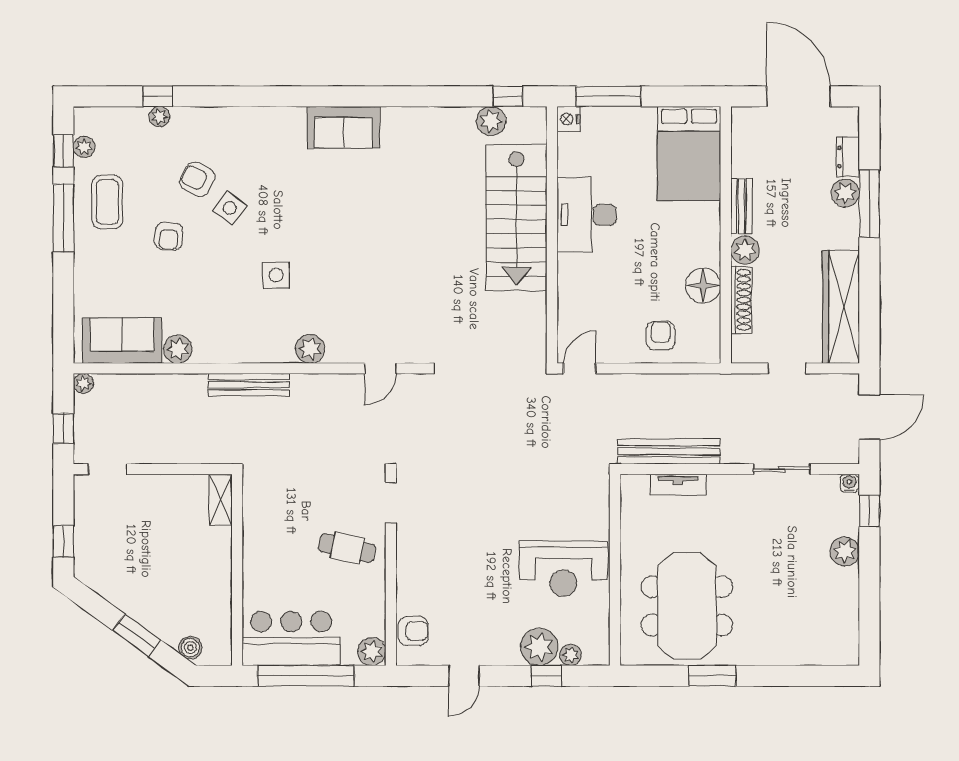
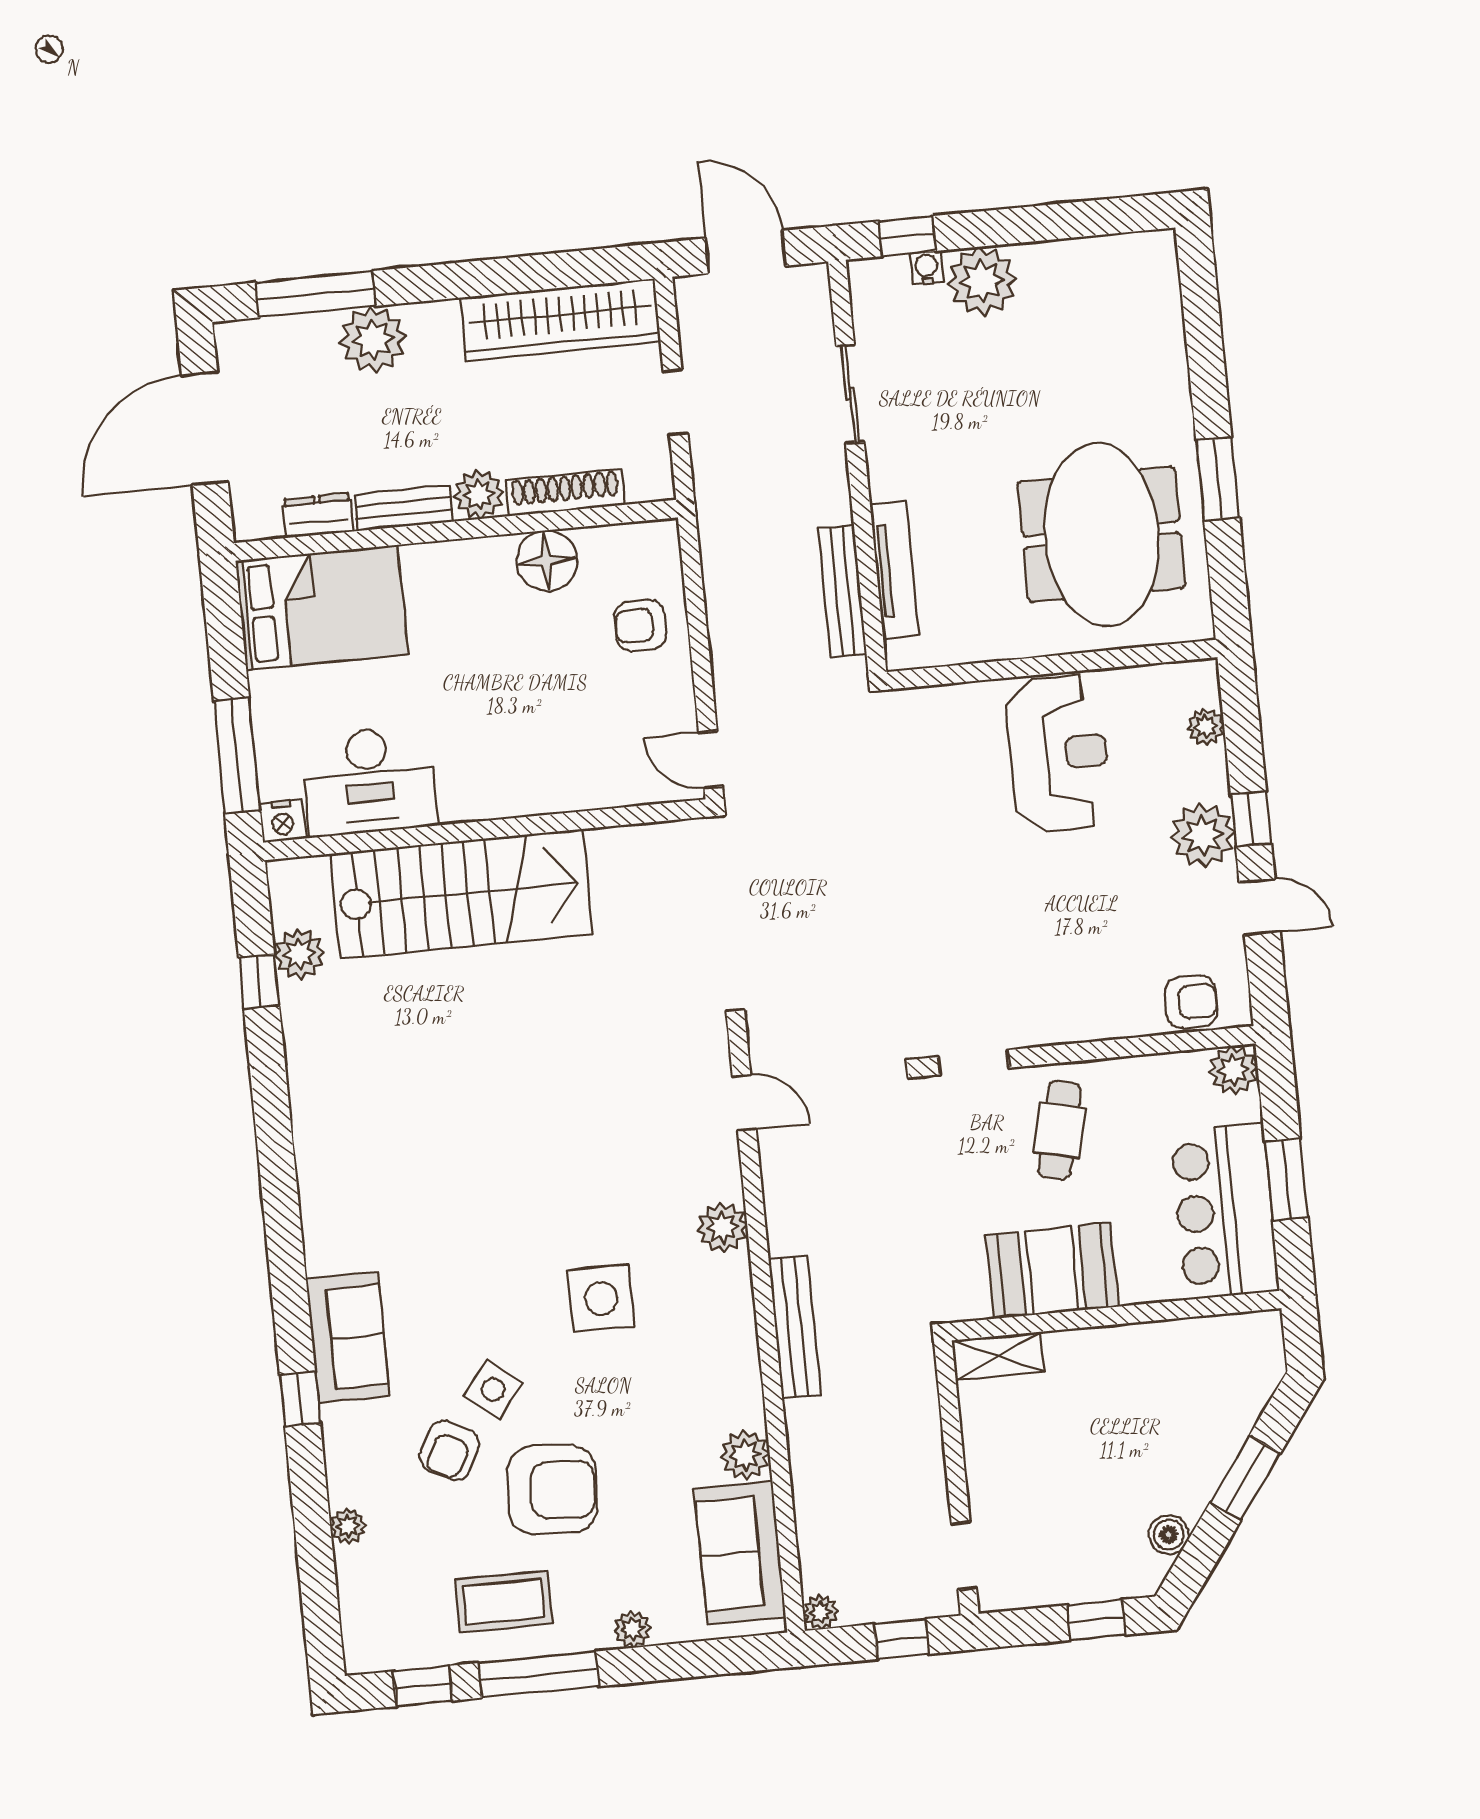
window: (158, 96) -> (300, 1399), moved
window: (508, 96) -> (259, 982), moved
sofa: (343, 127) -> (348, 1337), moved
plant: (84, 147) -> (632, 1629), moved
dresser: (848, 157) -> (318, 516), moved, turned 180
plant: (845, 193) -> (373, 339), width x1.36, depth x1.36
window: (869, 204) -> (315, 294), moved
desk: (587, 215) -> (369, 781), moved
armchair: (169, 236) -> (552, 1490), width x1.88, depth x1.88
side table: (276, 275) -> (601, 1298), width x1.37, depth x1.37
bench: (669, 451) -> (842, 591), width x0.73, depth x0.82
water cooler: (849, 483) -> (926, 268), moved, turned 90
tv unit: (678, 485) -> (894, 570), width x1.41
booth: (267, 536) -> (1052, 1271), added
plant: (845, 551) -> (982, 281), width x1.36, depth x1.36
meeting table: (687, 606) -> (1102, 535), turned 90
armchair: (413, 631) -> (1191, 1002), turned 90
plant: (539, 647) -> (1203, 835), moved
boiler: (190, 648) -> (1169, 1535), moved
window: (306, 676) -> (1286, 1179), width x0.47
window: (546, 676) -> (1251, 819), moved

